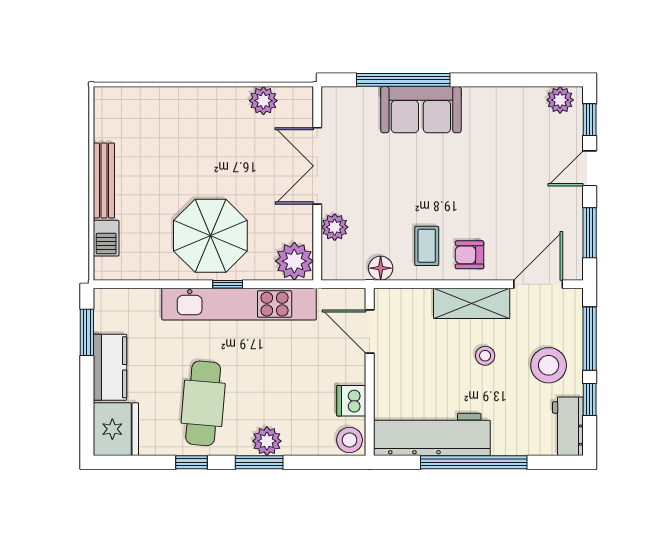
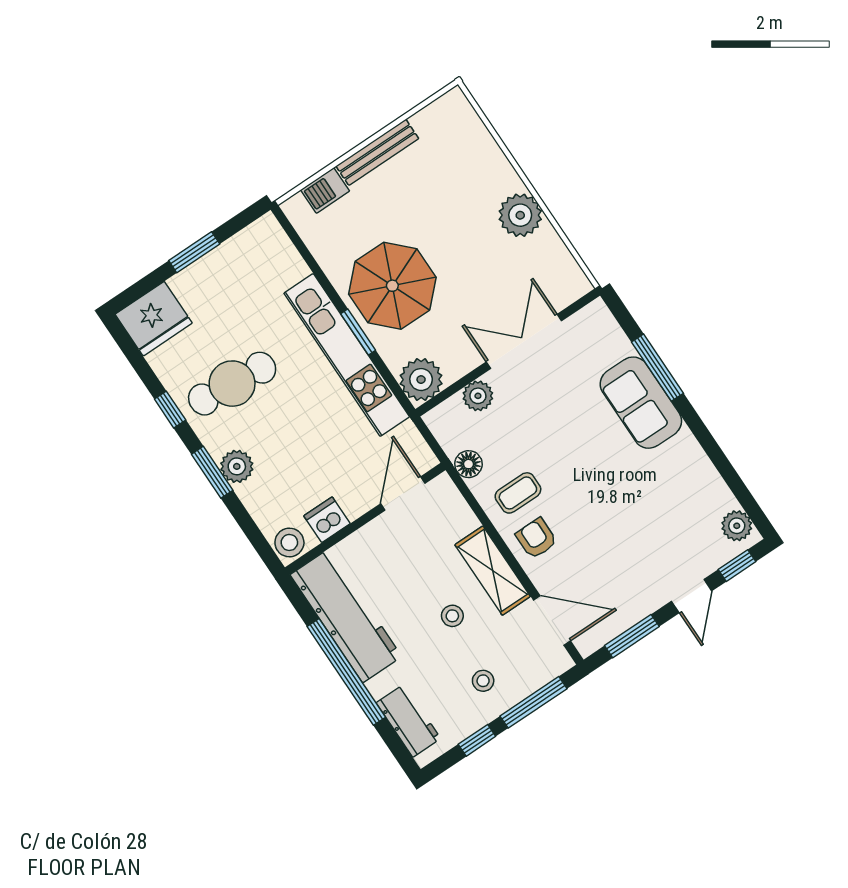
window: (403, 80) -> (657, 368), width x0.68
plant: (263, 101) -> (520, 215), moved, width x1.36, depth x1.36
door: (590, 168) -> (692, 596), swing flipped
window: (228, 284) -> (358, 332), width x1.50
window: (87, 332) -> (194, 252), moved
stool: (549, 365) -> (483, 681), width x0.53, depth x0.53
kitchen counter: (110, 367) -> (207, 275), removed
workbench: (568, 426) -> (408, 721), moved, turned 90

